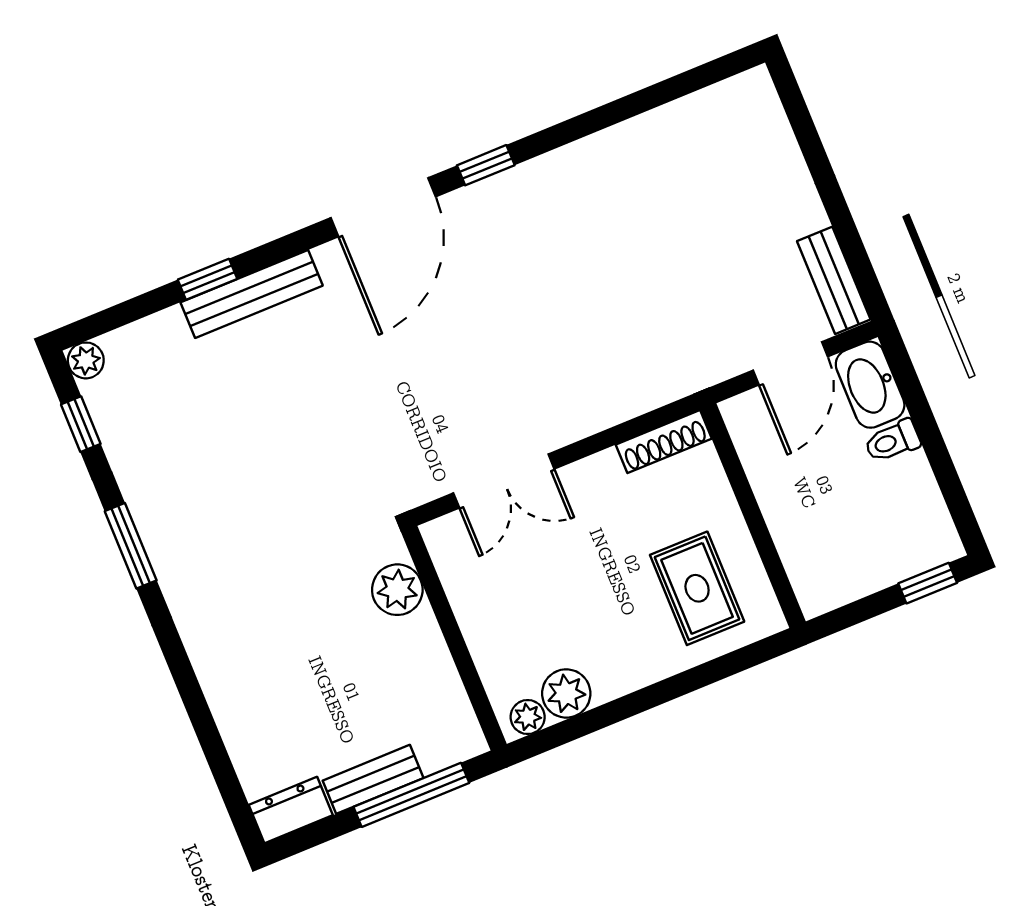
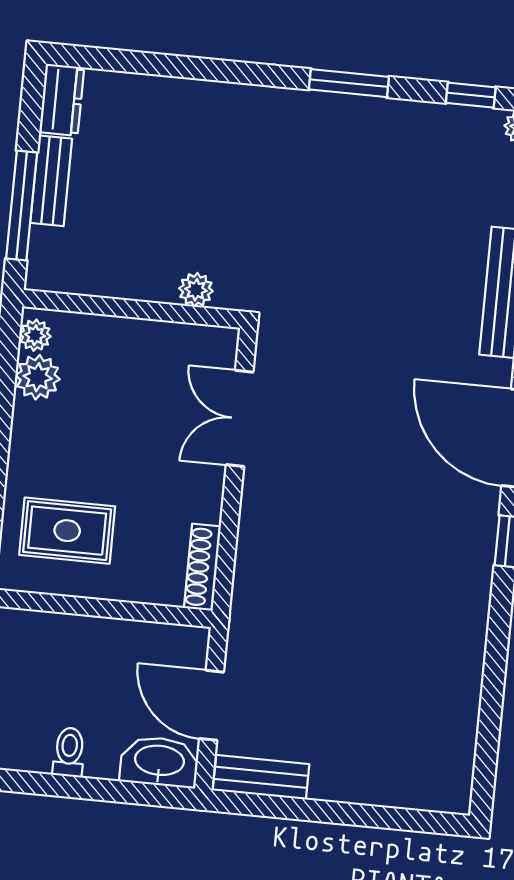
toilet: (892, 441) -> (69, 752), moved
plant: (397, 590) -> (196, 290), width x0.73, depth x0.73

